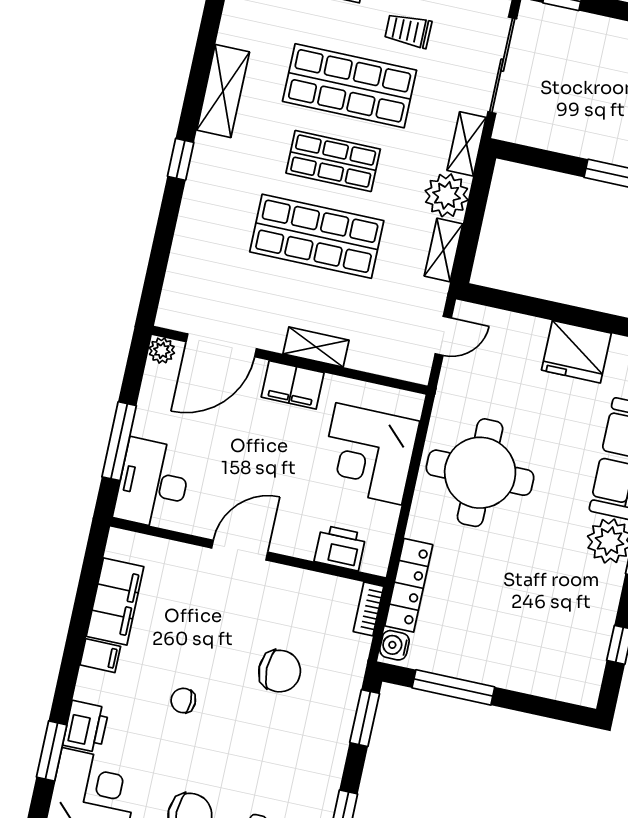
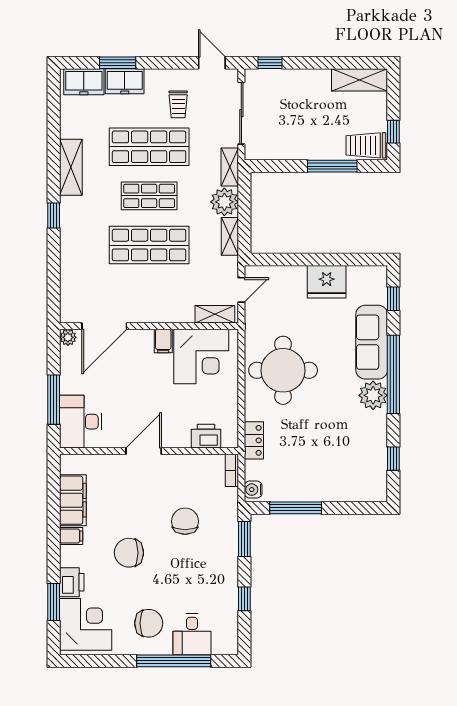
trolley: (408, 31) -> (178, 104), turned -90
shelving: (316, 347) -> (215, 314), moved
filing cabinet: (293, 385) -> (163, 341), width x0.50
corner desk: (369, 454) -> (201, 356), moved, turned -90
locker: (409, 585) -> (254, 440), width x0.66
chair: (280, 671) -> (185, 521), turned -90
chair: (183, 701) -> (129, 553), width x1.87, depth x1.87

